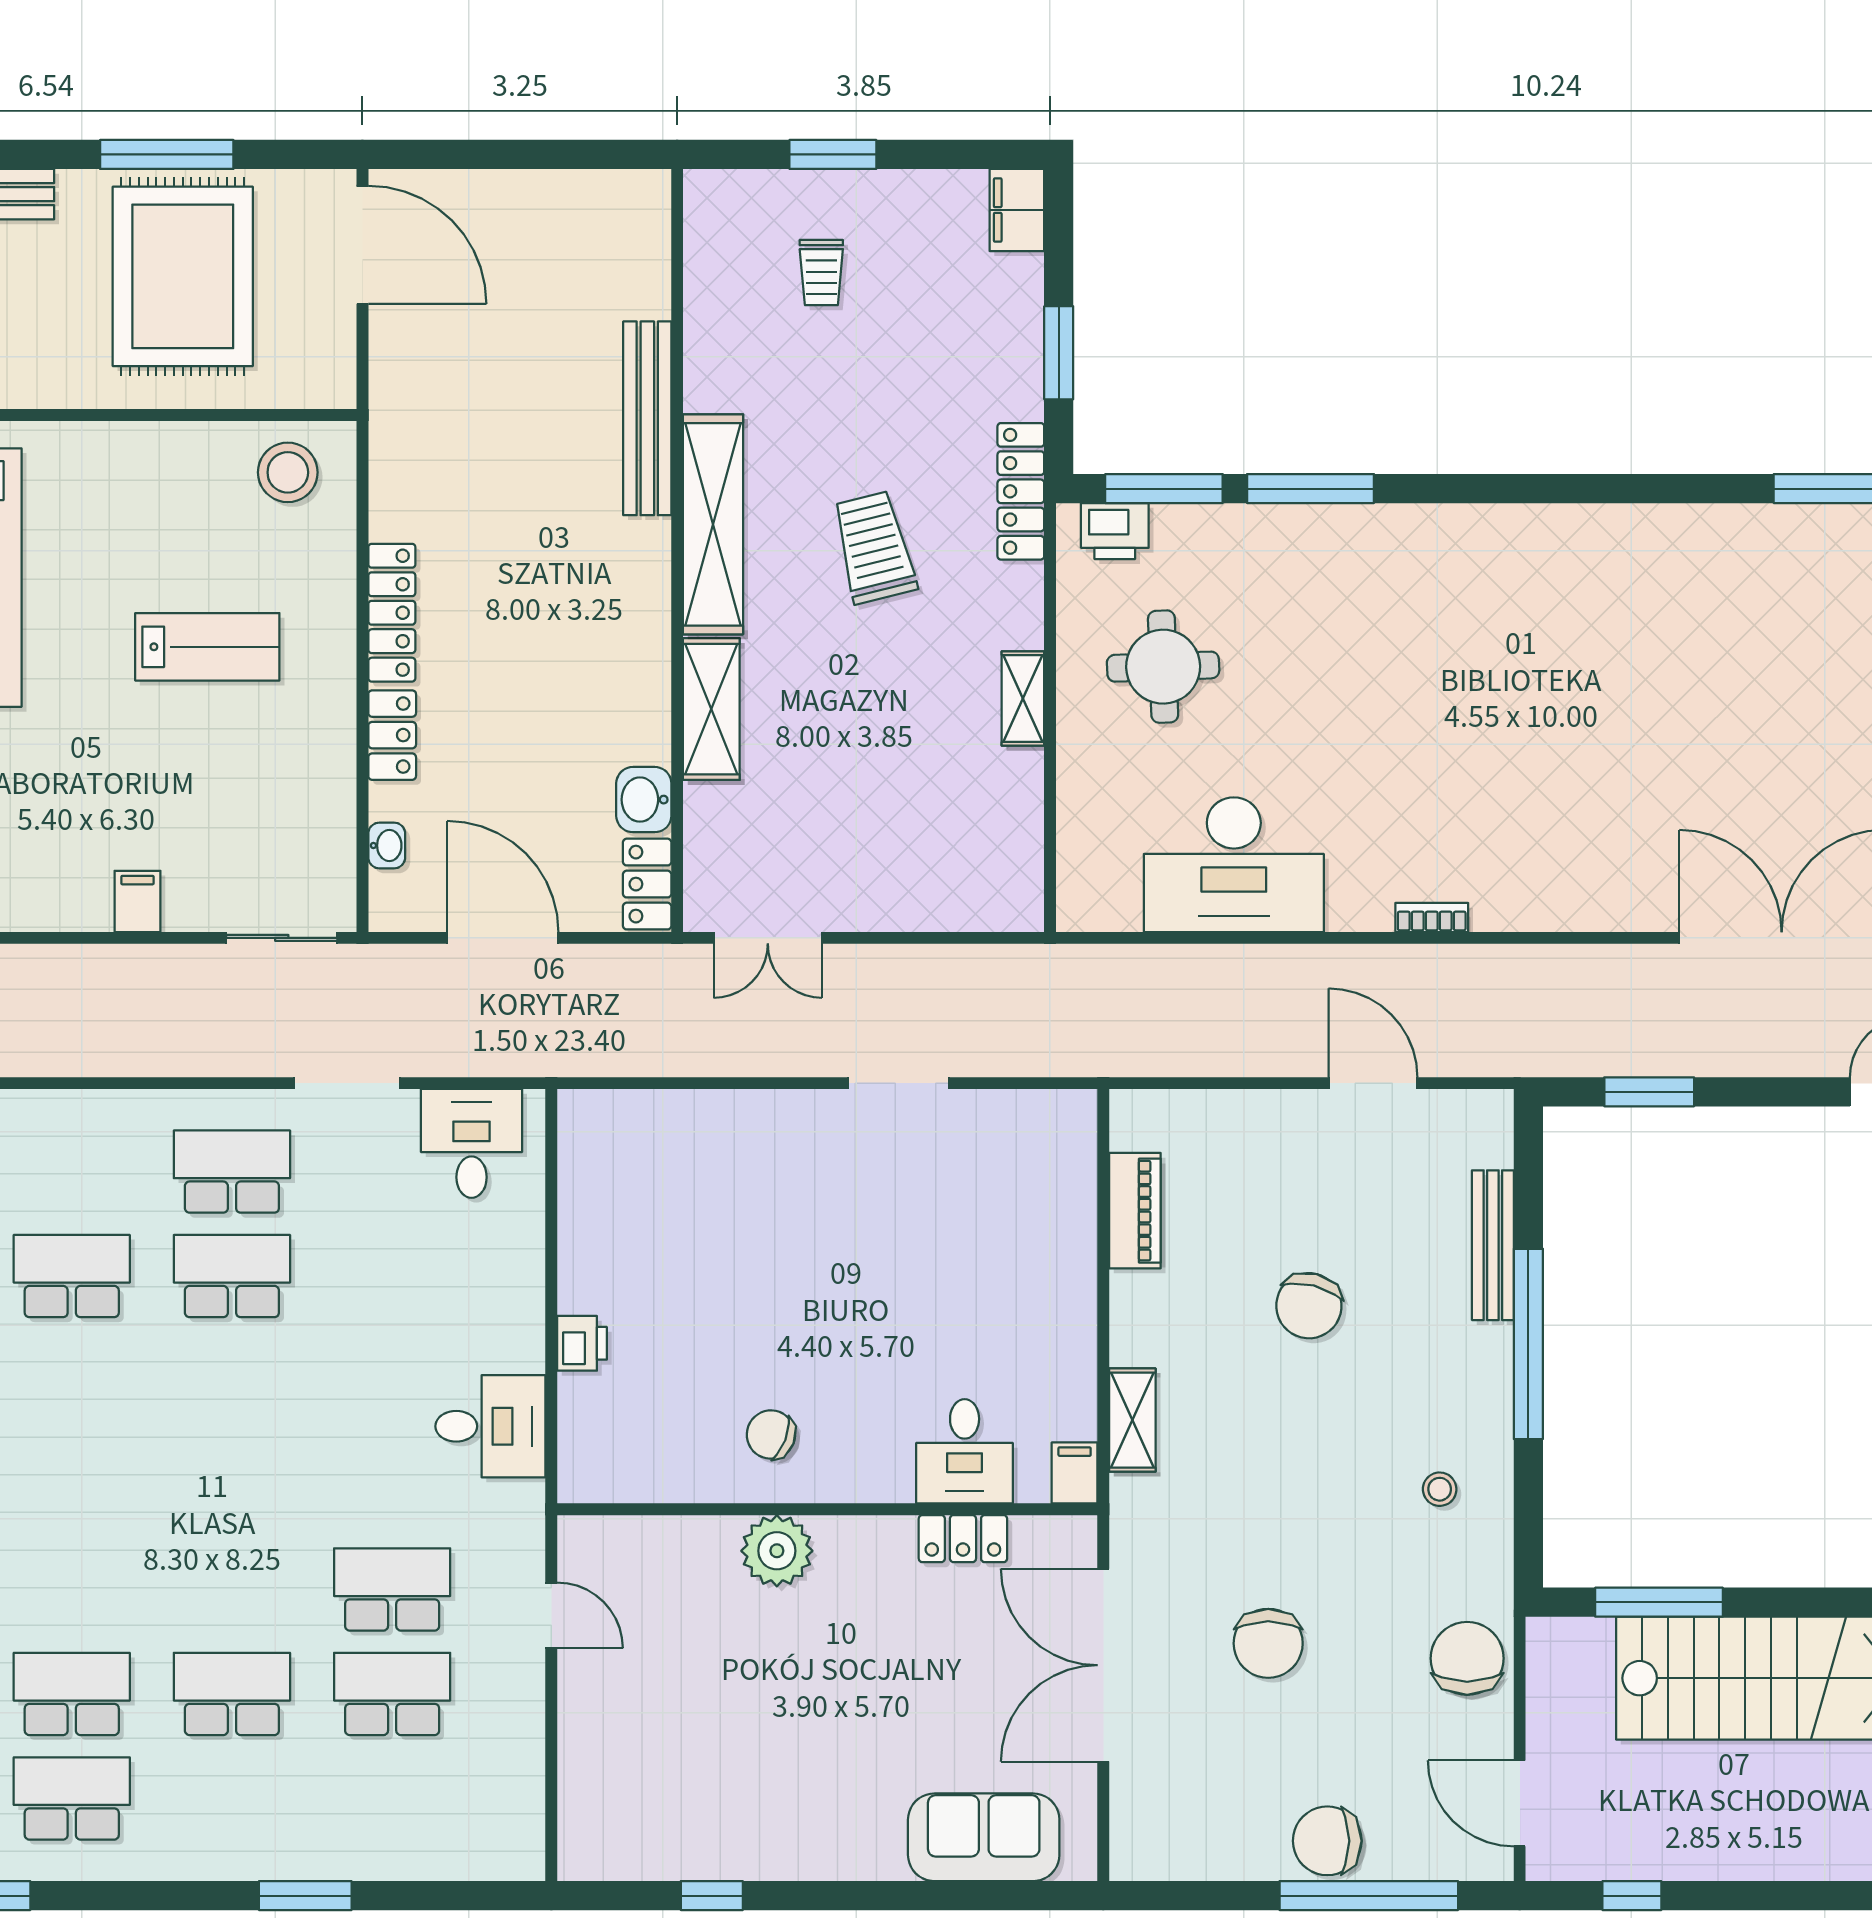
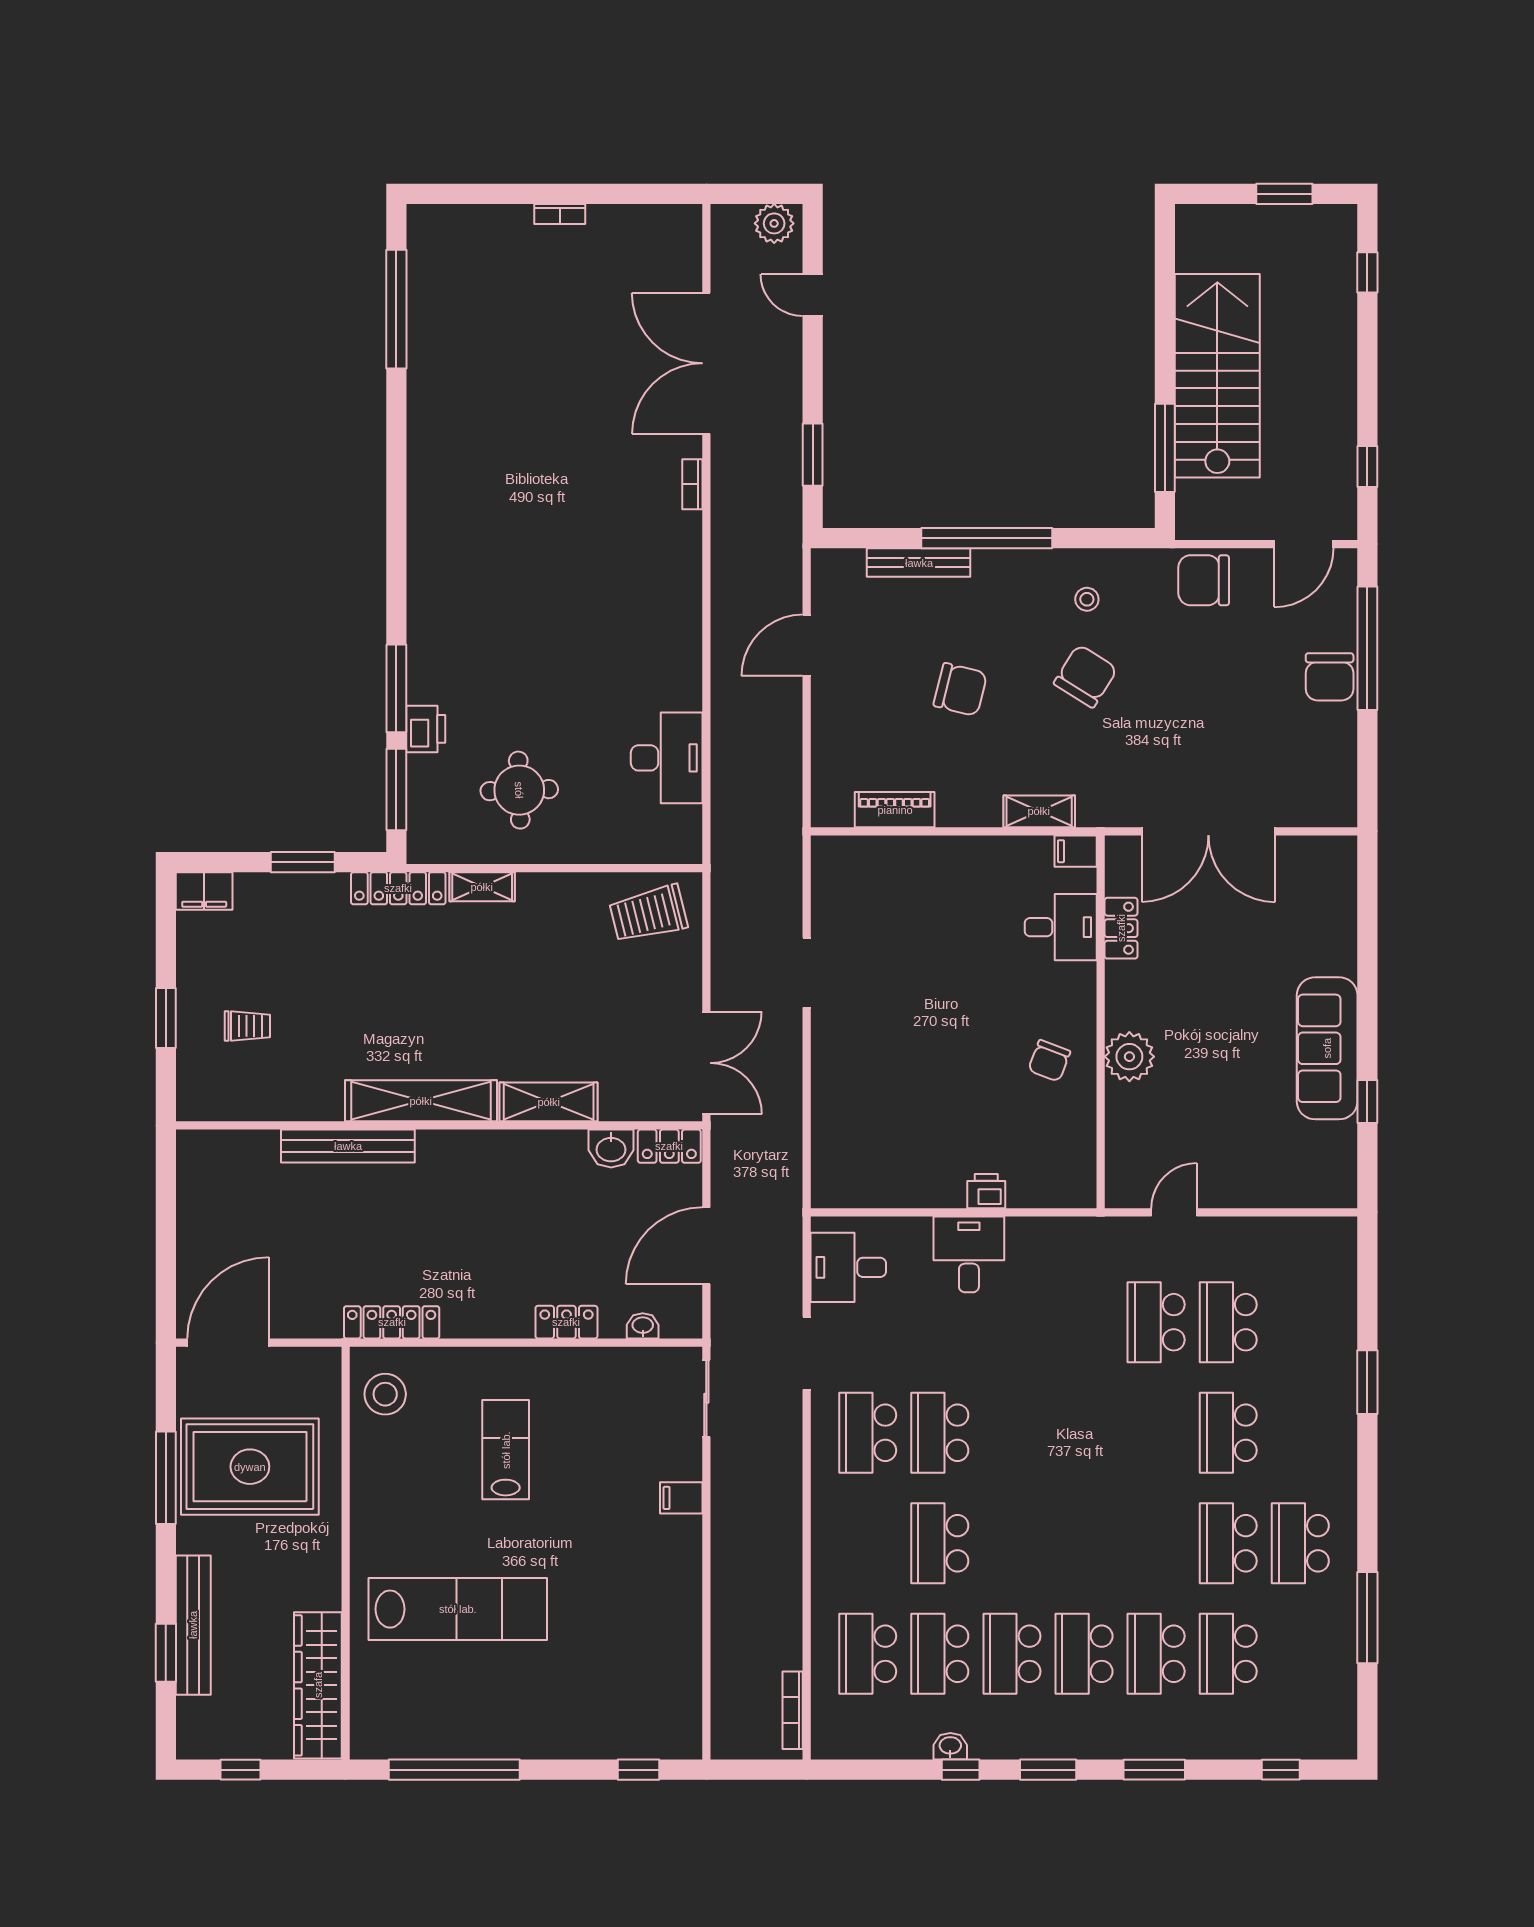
printer: (1115, 531) -> (426, 729), moved
trolley: (874, 547) -> (648, 914), moved
locker: (392, 613) -> (392, 1322), moved
shelving: (1023, 698) -> (482, 887), moved
desk: (1234, 865) -> (667, 758), width x0.73, depth x0.77
bookcase: (1432, 917) -> (692, 484), moved
double door: (768, 938) -> (706, 1063), width x1.37
desk: (490, 1426) -> (969, 1254), moved
chair: (1268, 1643) -> (1086, 676), moved, turned -58
sofa: (984, 1837) -> (1327, 1048), moved, width x1.36

